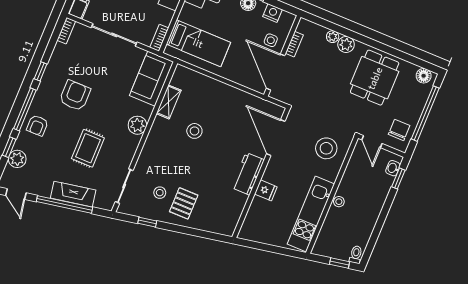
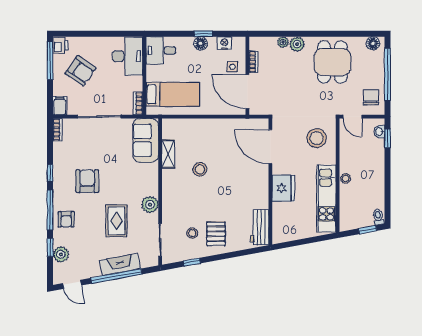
plant: (137, 125) -> (150, 205), moved
workbench: (248, 174) -> (260, 227), moved
fridge: (266, 190) -> (283, 188), width x1.88, depth x1.34

